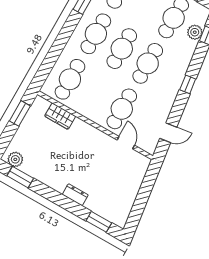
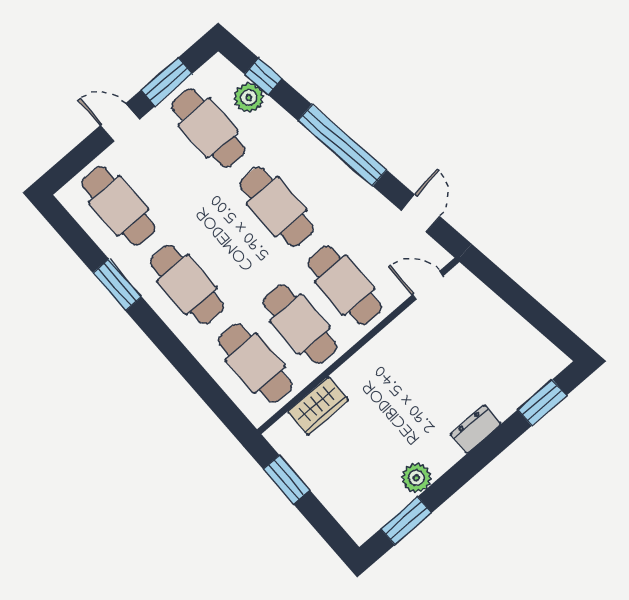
cafe table: (122, 49) -> (300, 324), moved
window: (188, 84) -> (342, 145), width x3.17
door: (126, 143) -> (428, 285), moved
plant: (15, 159) -> (416, 478), moved

